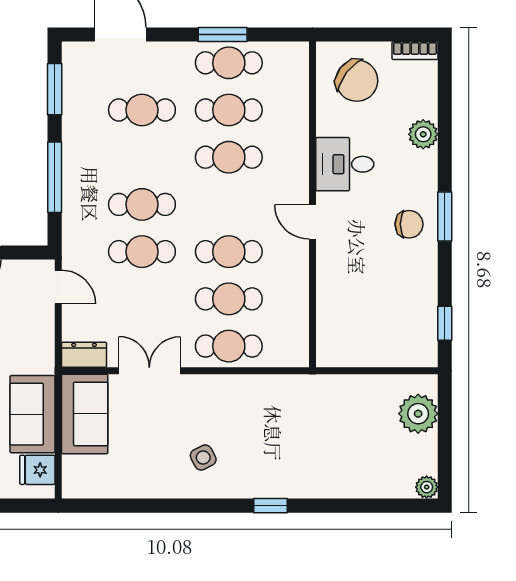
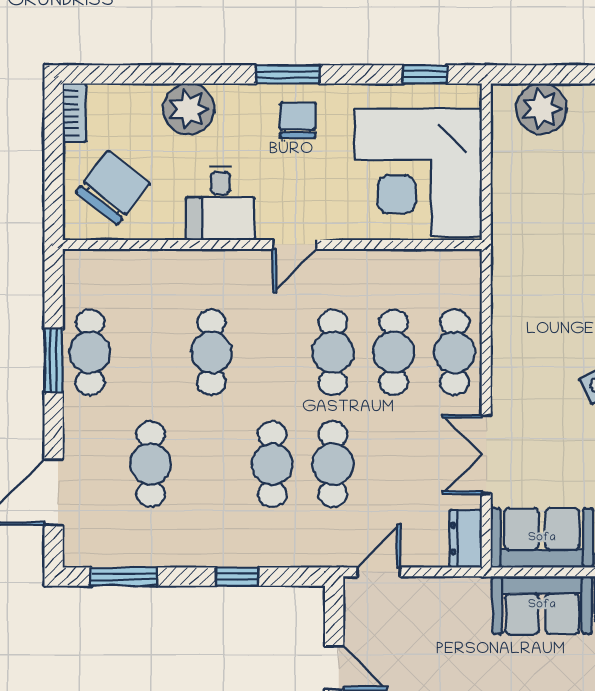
cafe table: (229, 110) -> (151, 352), removed
plant: (423, 134) -> (189, 109), width x1.36, depth x1.36
window: (55, 177) -> (237, 577), width x0.46
corner desk: (368, 318) -> (418, 173), added

